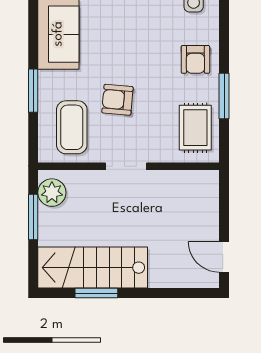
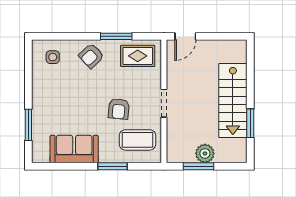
armchair: (195, 59) -> (91, 56), turned 137
plant: (52, 193) -> (205, 153), moved
door: (224, 257) -> (185, 36), moved
stairs: (93, 268) -> (233, 100), moved

